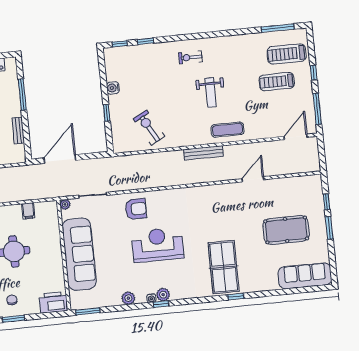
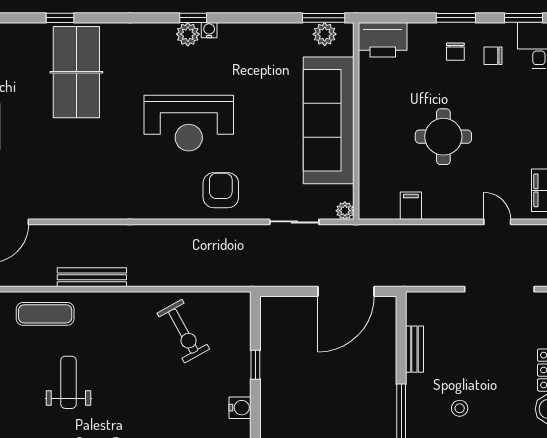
armchair: (136, 209) -> (221, 190), turned 90
plant: (128, 298) -> (325, 34), moved

